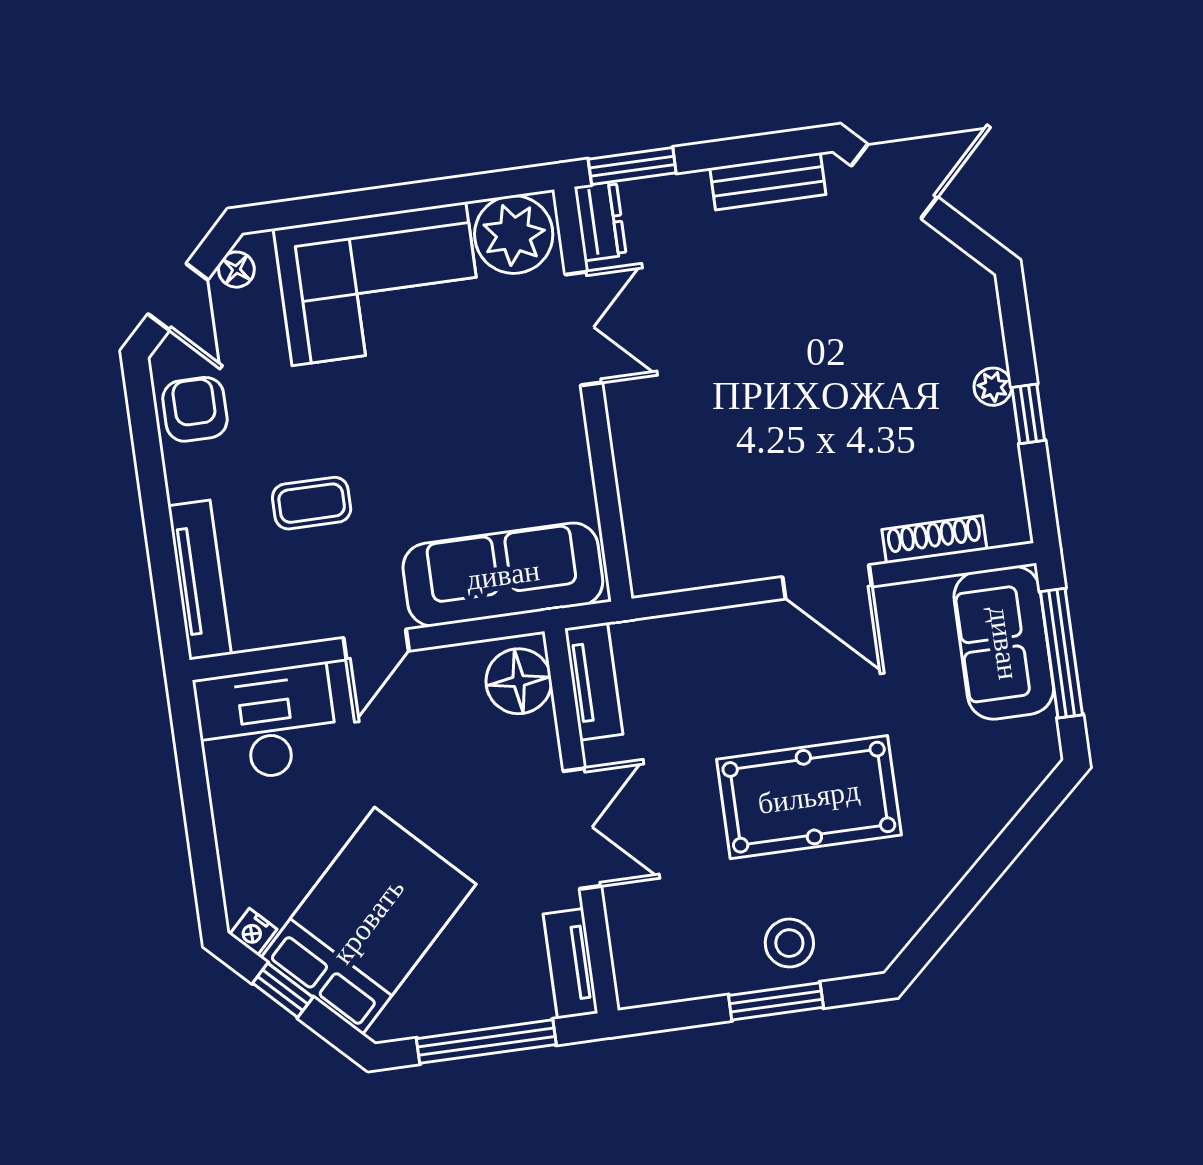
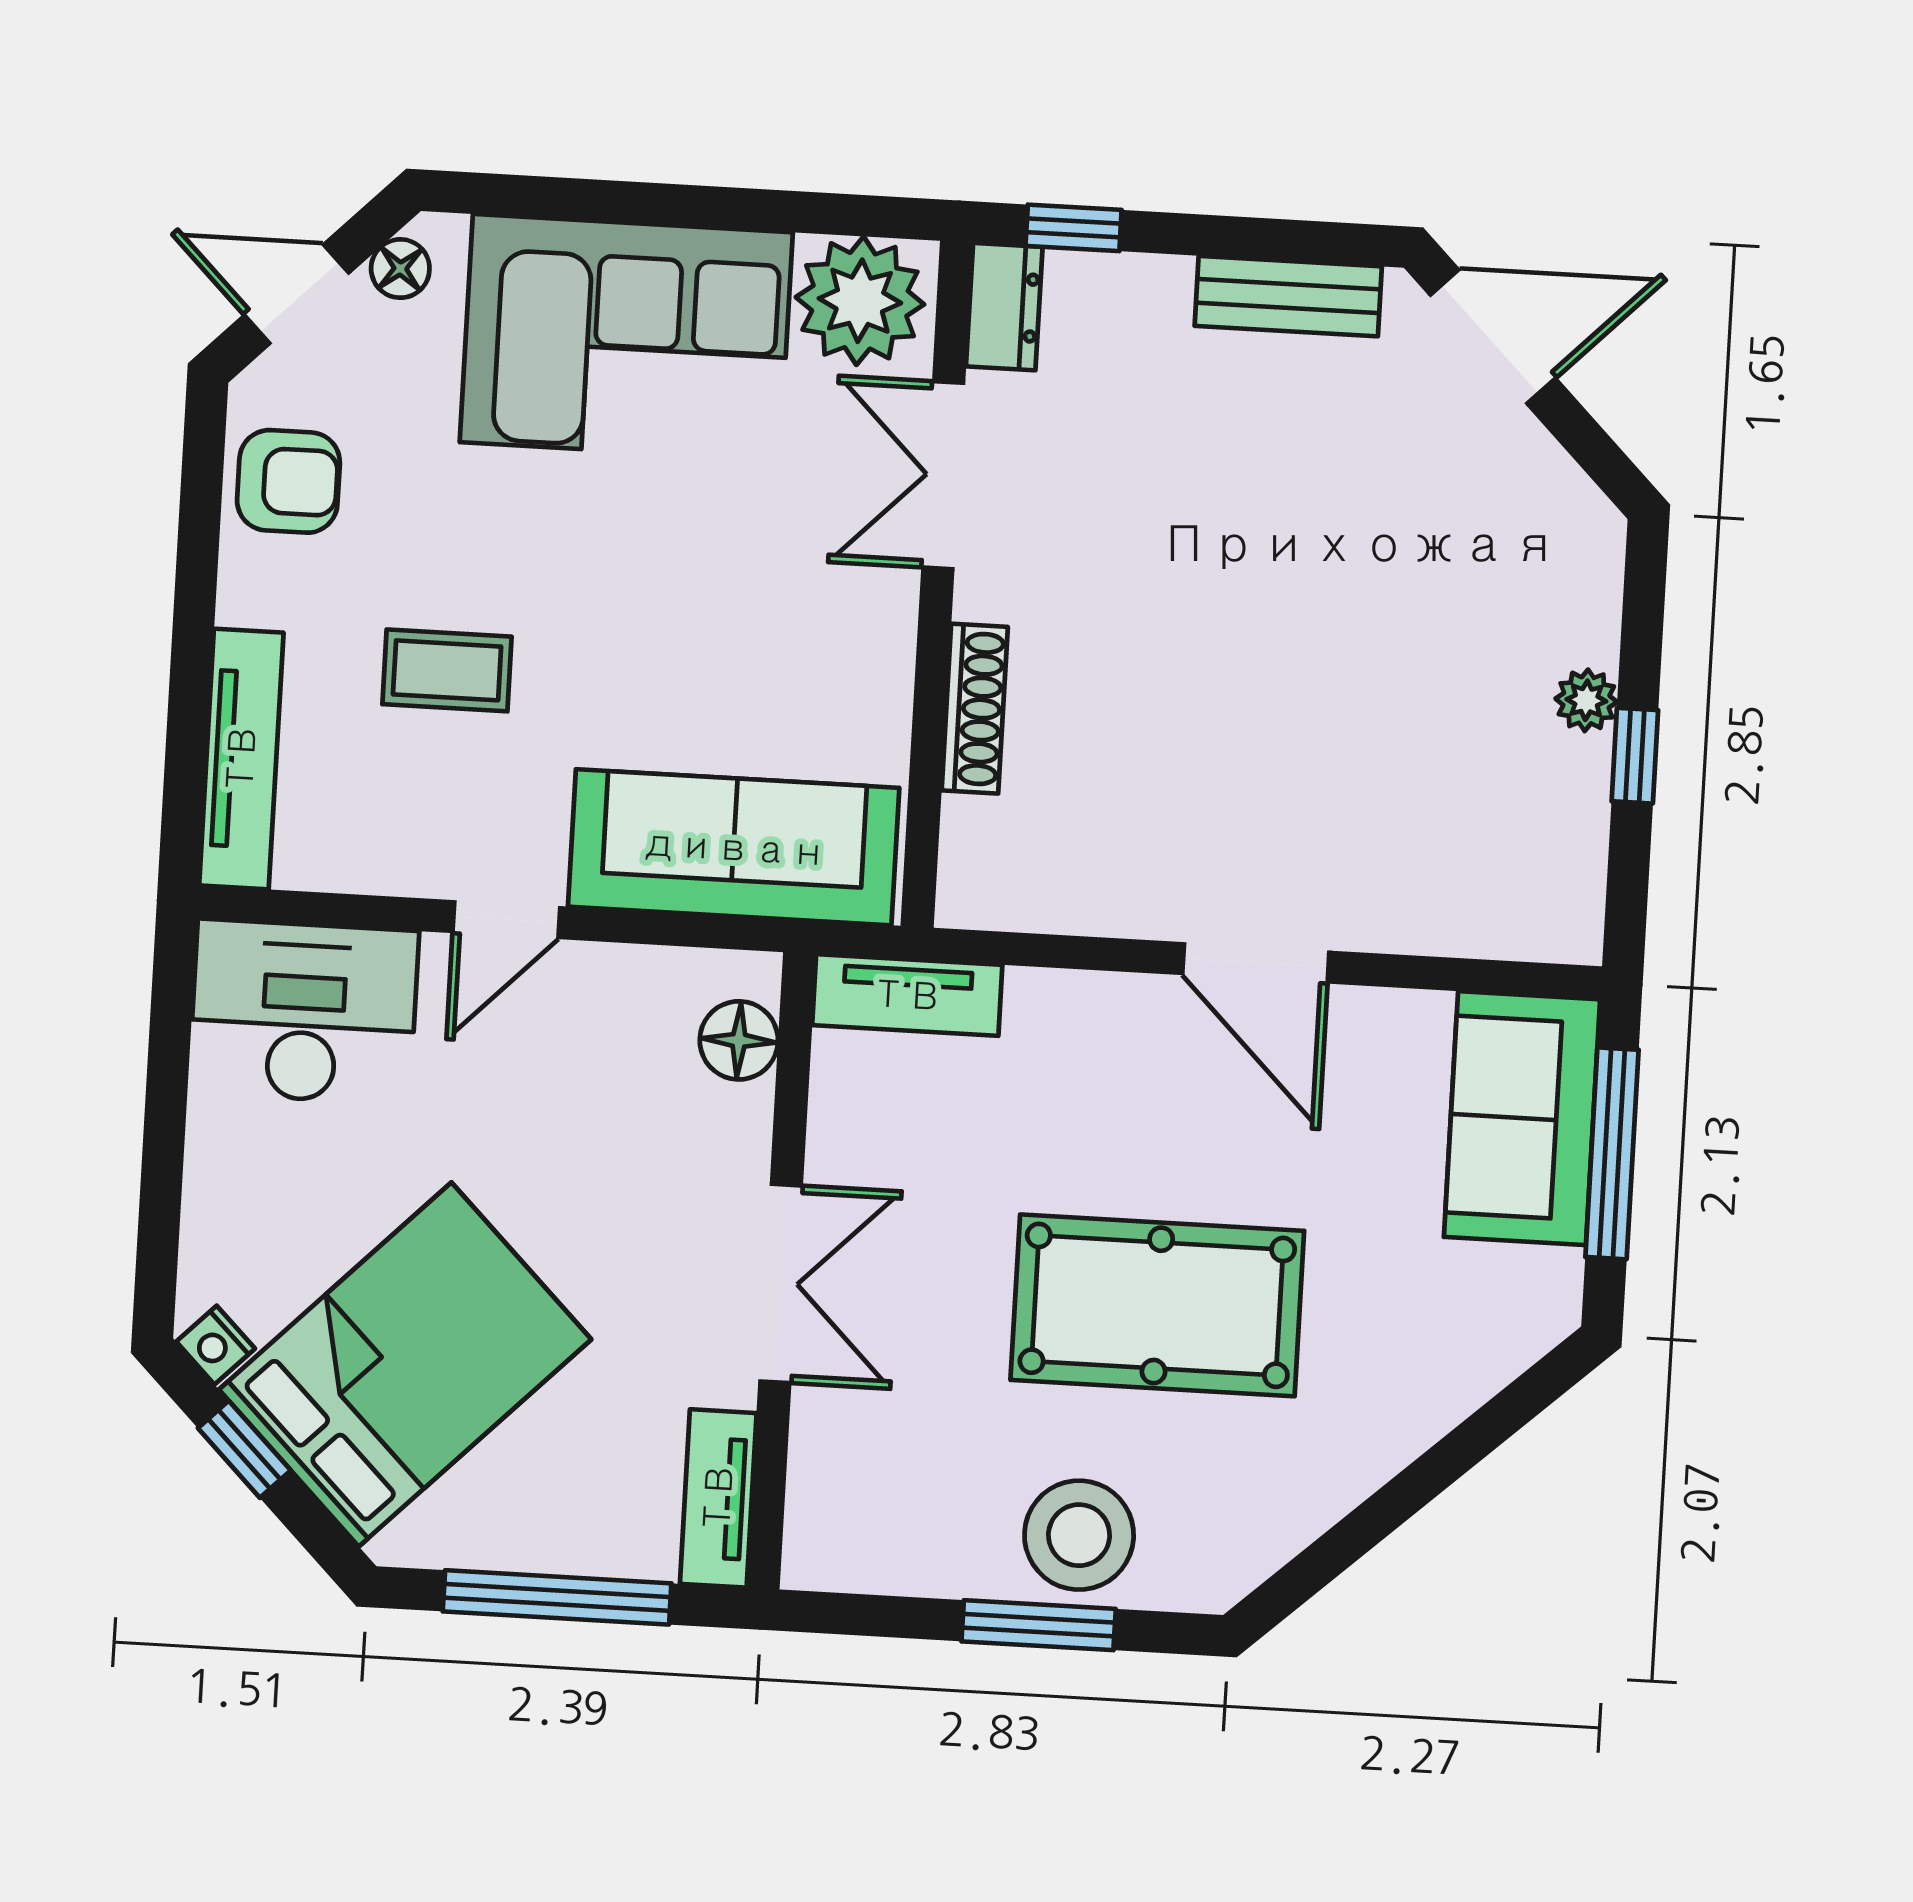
window: (632, 166) -> (1074, 228), width x0.67
door: (178, 297) -> (297, 294), swing flipped
double door: (584, 329) -> (943, 475), swing flipped
armchair: (195, 409) -> (288, 481), turned 90
shoe rack: (934, 539) -> (975, 709), moved, turned 90
floor lamp: (519, 681) -> (739, 1040), width x0.73, depth x0.73
tv unit: (594, 681) -> (907, 995), moved, turned 90
stool: (789, 943) -> (1079, 1535), width x1.38, depth x1.38

